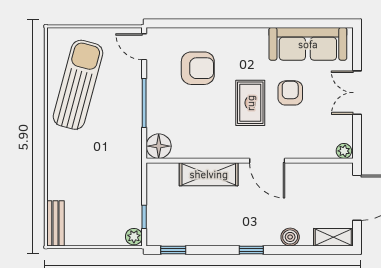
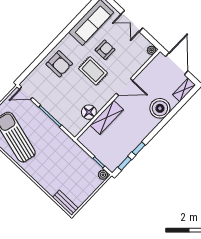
armchair: (198, 68) -> (59, 64), moved, turned 90
armchair: (290, 93) -> (105, 50), turned 90
floor lamp: (159, 146) -> (89, 112), moved
boiler: (290, 237) -> (160, 108), width x1.86, depth x1.86
window: (251, 250) -> (139, 148), moved

